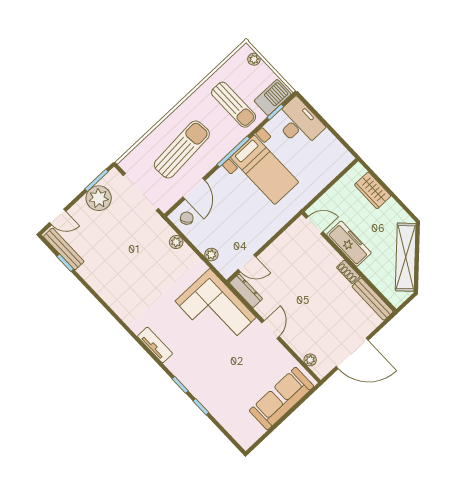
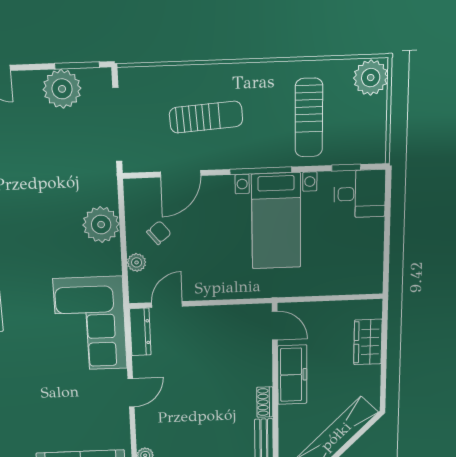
plant: (254, 59) -> (371, 78), width x1.87, depth x1.87
barbecue: (273, 97) -> (358, 149), removed
desk: (299, 123) -> (360, 194), width x0.73
sun lounger: (182, 149) -> (206, 117), width x0.73, depth x0.75
chair: (187, 218) -> (159, 233), moved
plant: (176, 242) -> (101, 225), width x1.87, depth x1.87
door: (247, 263) -> (167, 304), swing flipped

